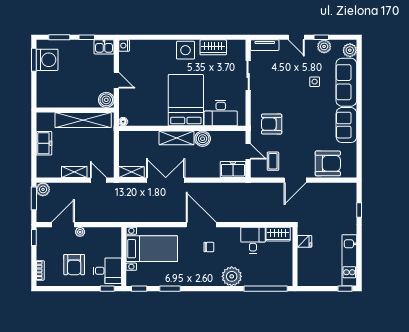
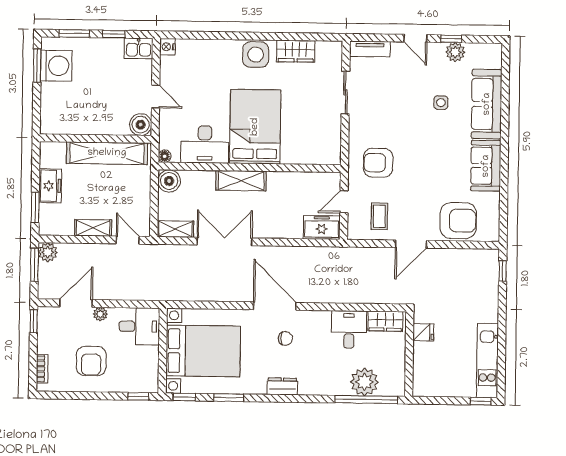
plant: (350, 50) -> (492, 58), removed
desk: (221, 113) -> (205, 144), moved
boiler: (203, 139) -> (169, 181), moved
door: (248, 152) -> (344, 202), swing flipped
window: (34, 158) -> (35, 207), added
window: (359, 210) -> (503, 271), moved
bed with nightstands: (152, 249) -> (203, 351), width x1.36
desk: (107, 271) -> (139, 326), moved
plant: (232, 276) -> (364, 382), moved
dresser: (207, 280) -> (282, 386), added

